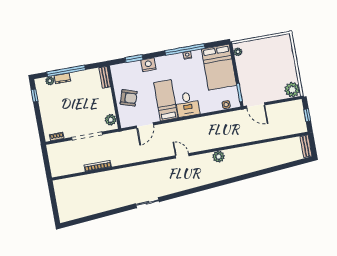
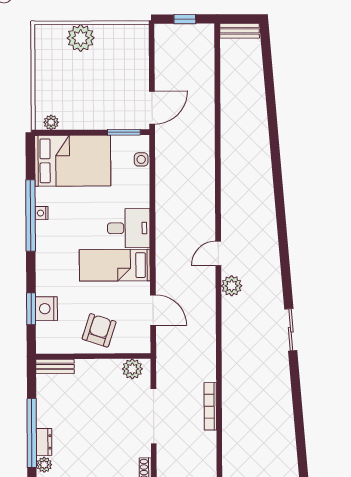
nightstand: (148, 65) -> (46, 309), moved
plant: (292, 90) -> (81, 38), moved
plant: (219, 157) -> (232, 286), moved

